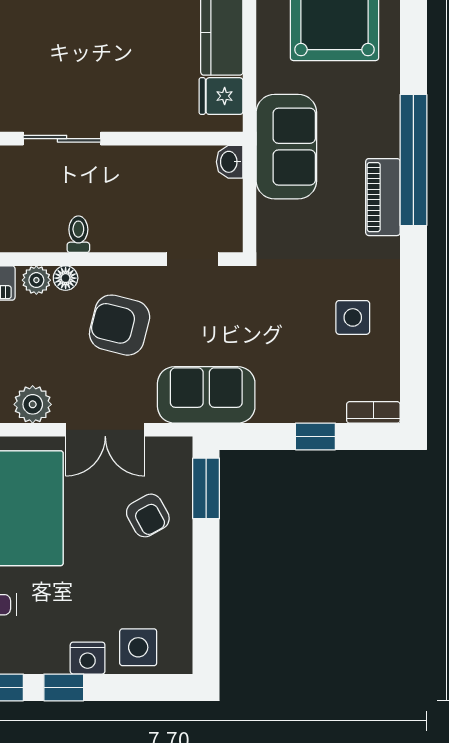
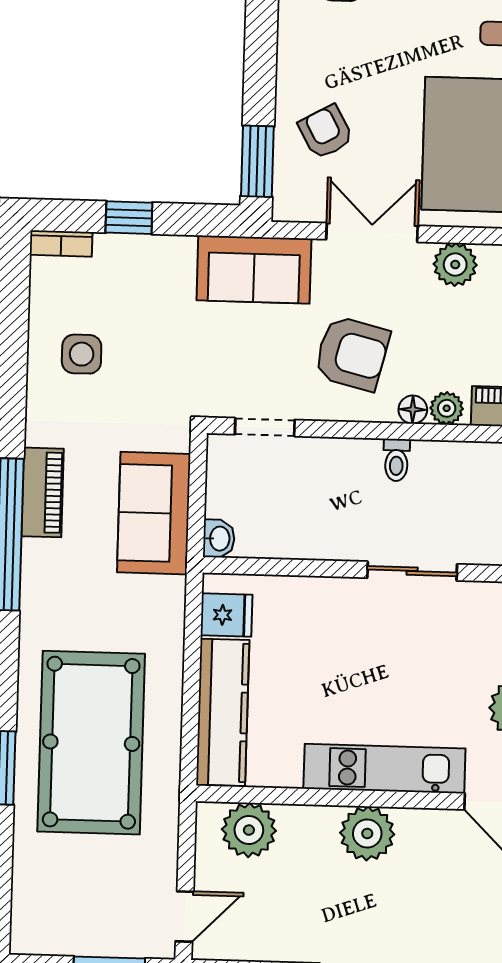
sofa: (286, 147) -> (154, 513), moved

